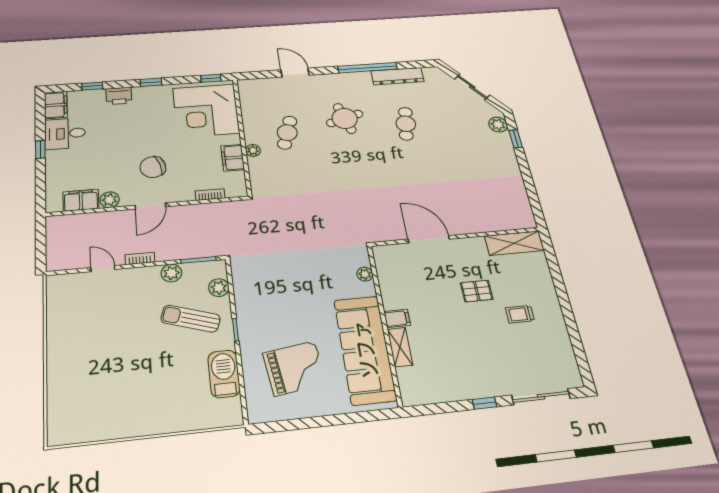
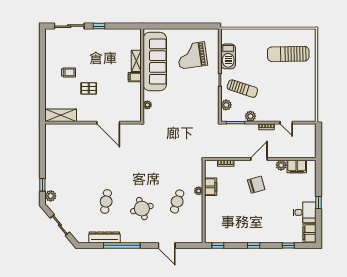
printer: (119, 96) -> (273, 237), removed
corner desk: (206, 111) -> (223, 222), removed
sun lounger: (104, 391) -> (288, 54), added

